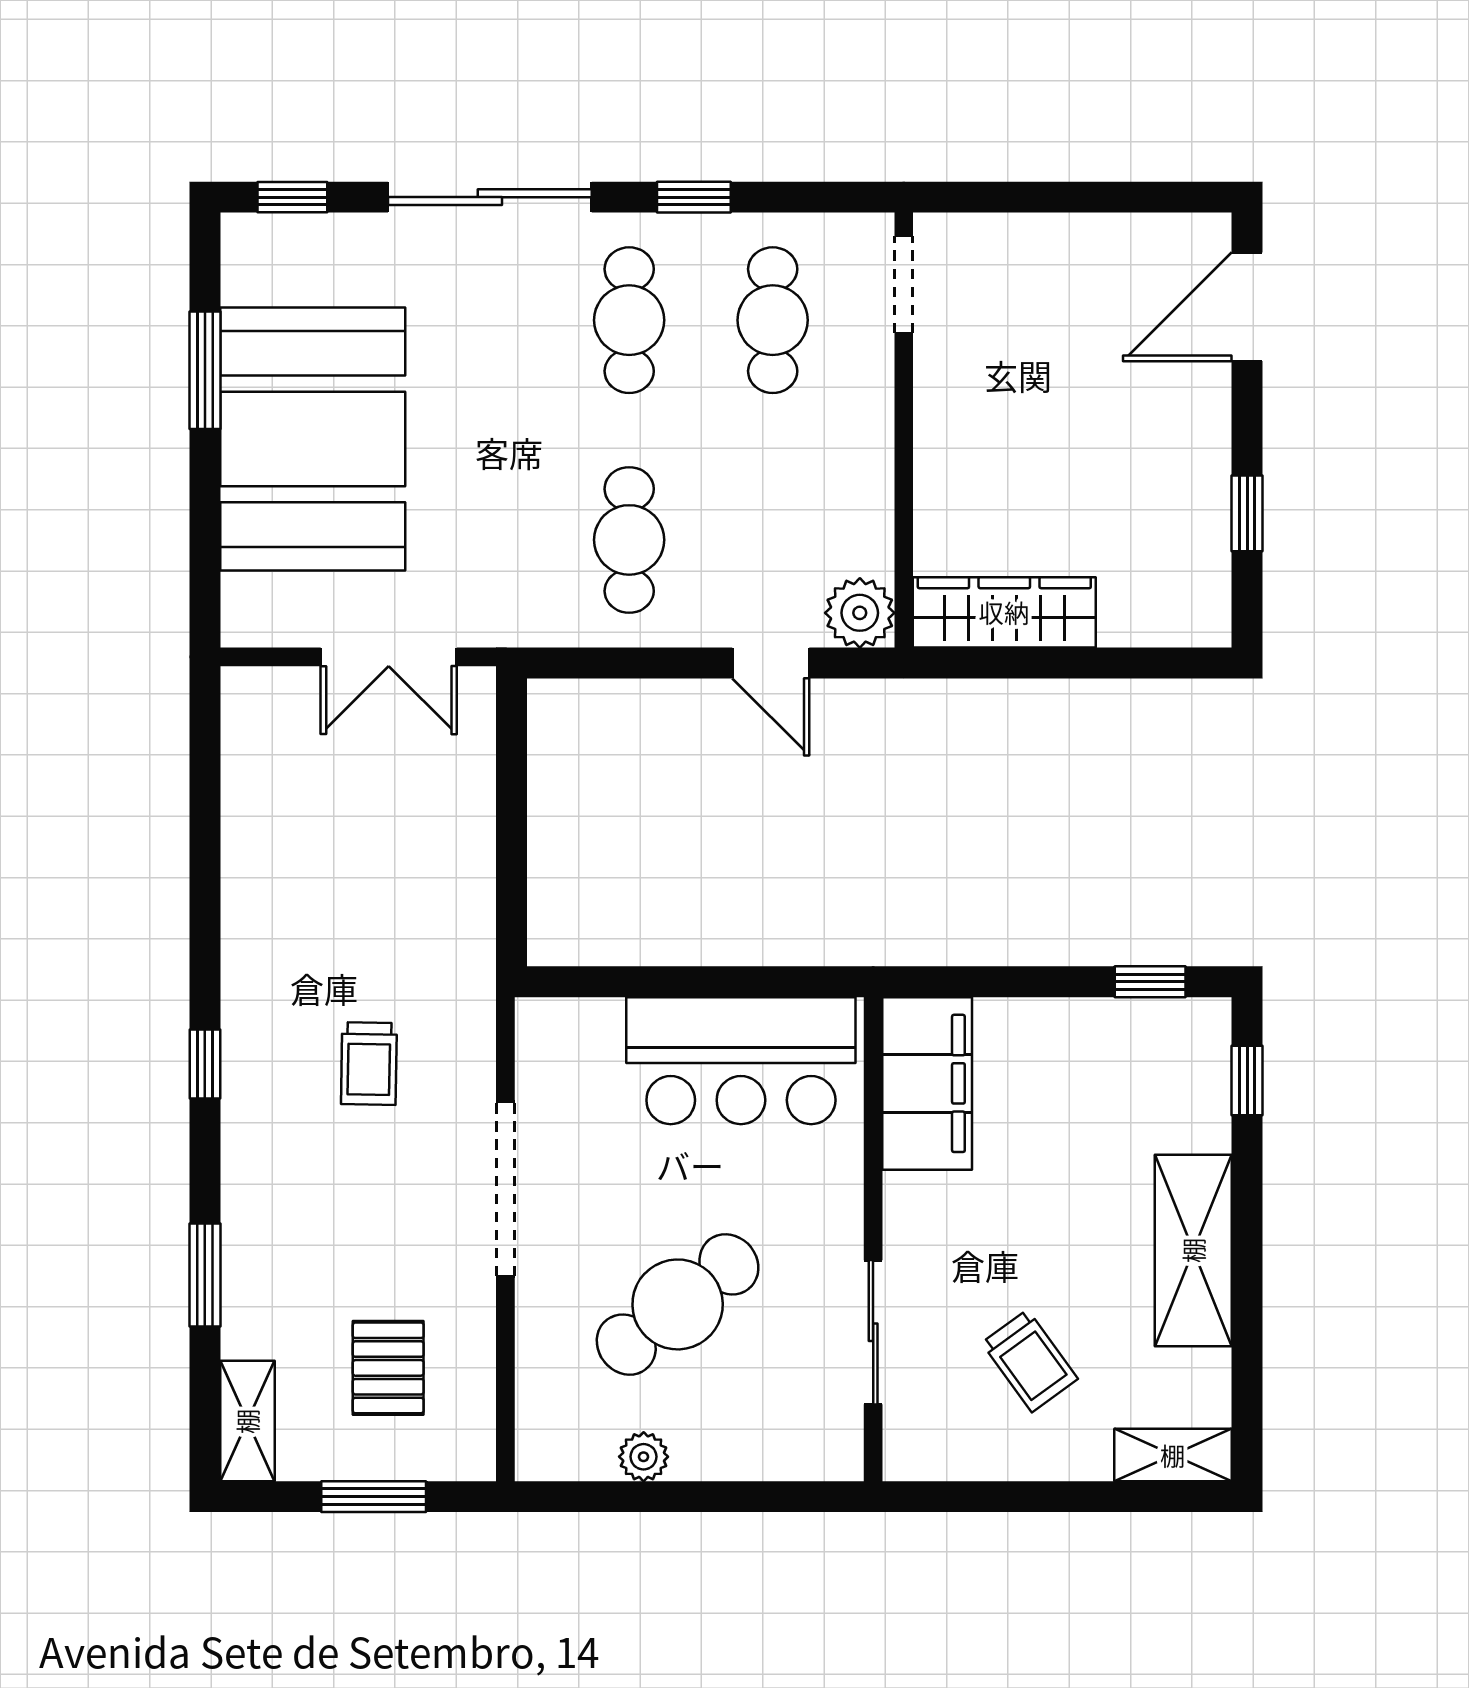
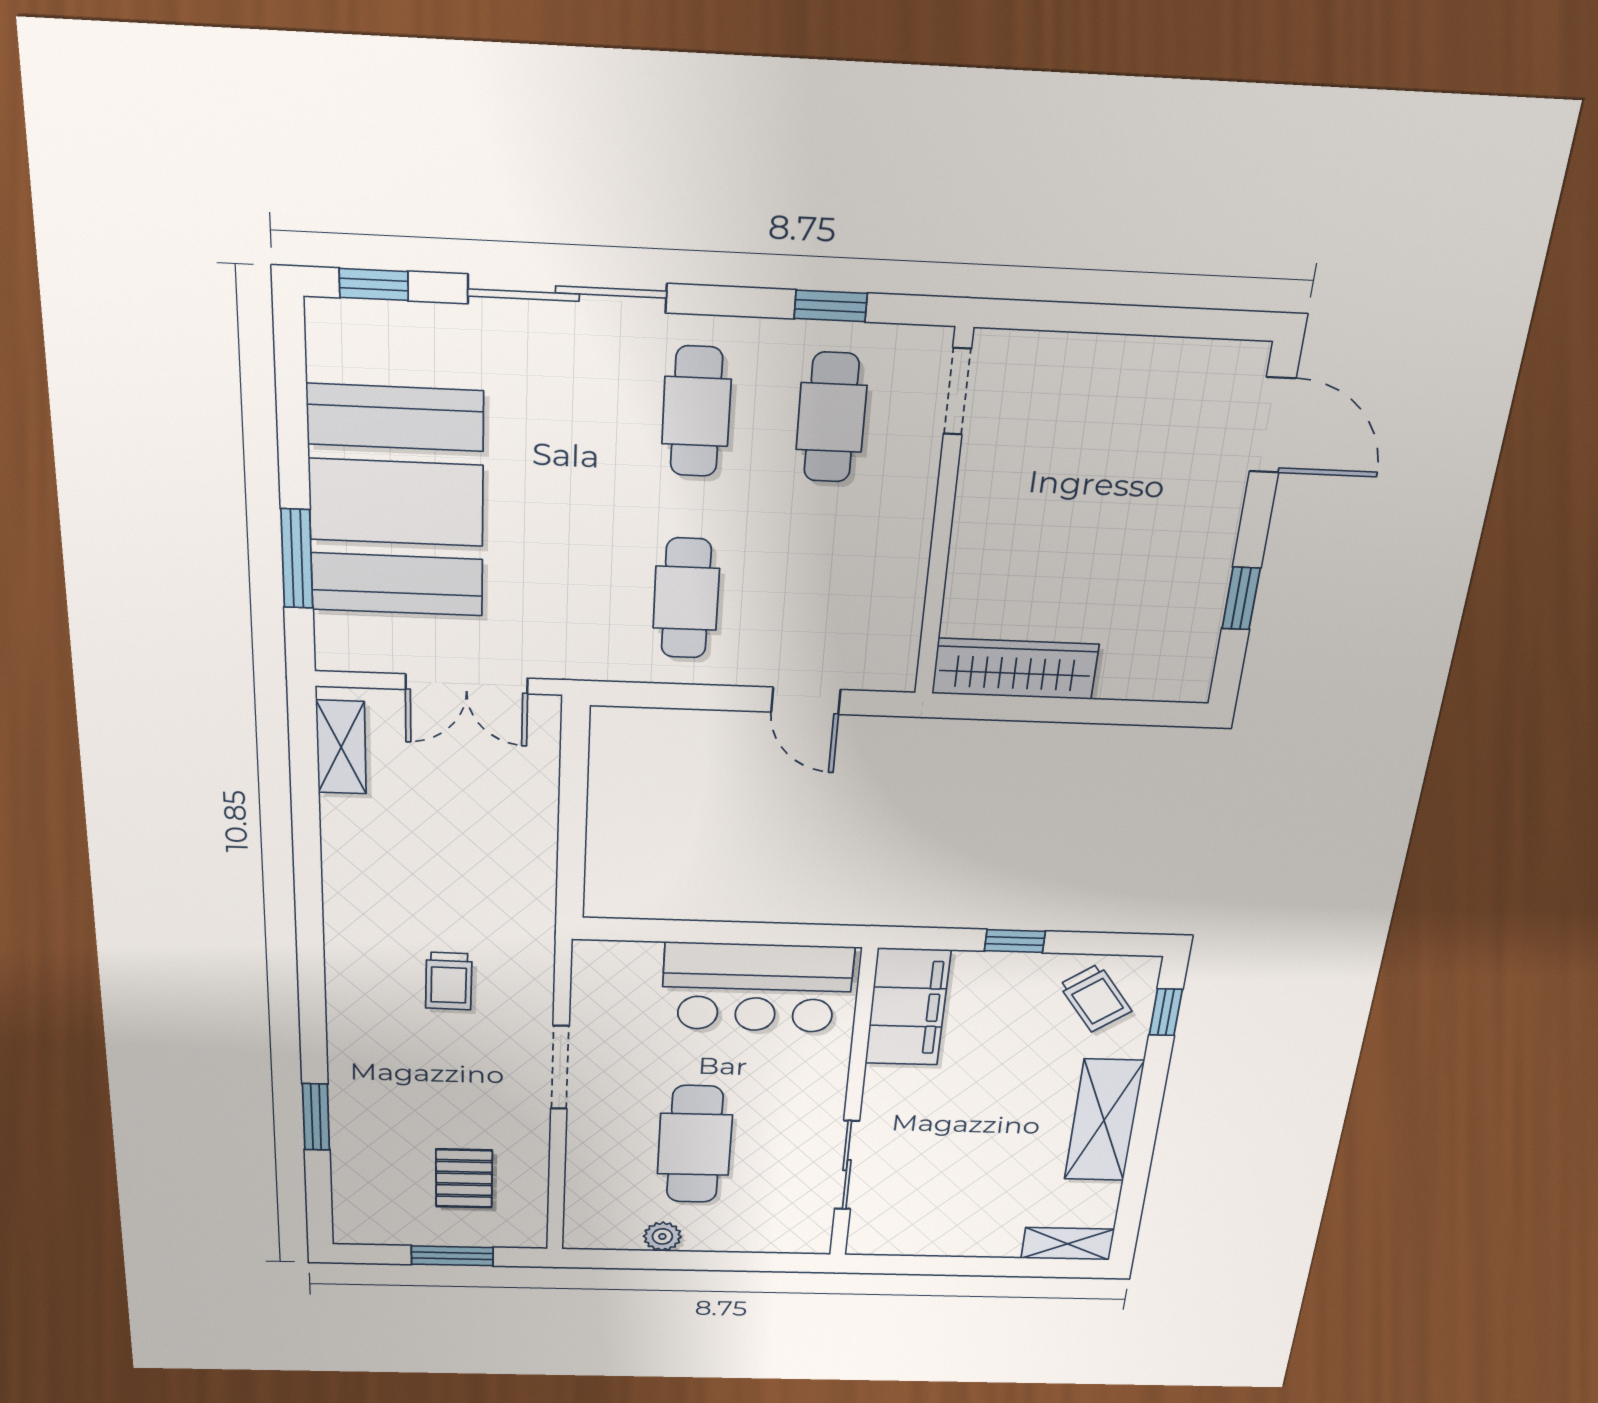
window: (694, 197) -> (831, 306), moved
door: (1247, 307) -> (1273, 425), swing flipped
window: (205, 370) -> (297, 559), moved
plant: (860, 613) -> (888, 665), removed
window: (1150, 982) -> (1015, 941), moved
window: (205, 1064) -> (311, 977), removed
doorway: (505, 1189) -> (560, 1067), width x0.73
cafe table: (678, 1304) -> (695, 1144), turned -52
trolley: (1030, 1361) -> (1095, 998), moved
shelving: (247, 1421) -> (341, 747), moved

